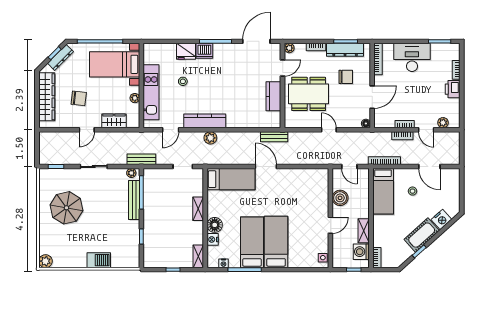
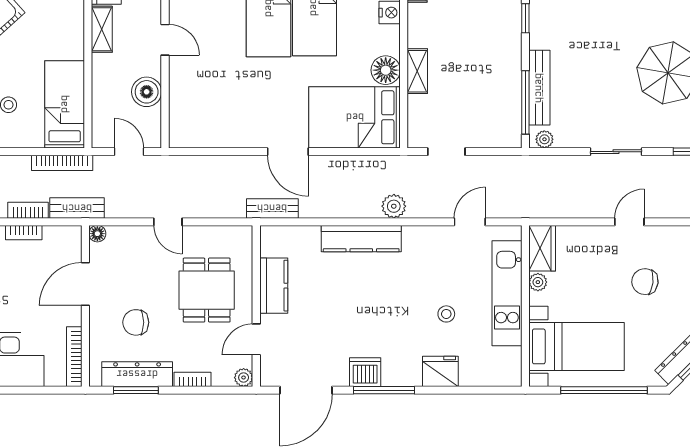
dishwasher: (204, 51) -> (365, 372), moved
dining table: (309, 94) -> (207, 290), width x0.73
wardrobe: (114, 121) -> (542, 248), moved, turned -90
kitchen counter: (205, 121) -> (361, 239), moved
bench: (141, 159) -> (77, 208), moved
bed: (231, 179) -> (355, 117), width x1.50
floor lamp: (215, 225) -> (386, 70), moved
door: (330, 225) -> (165, 40), swing flipped

